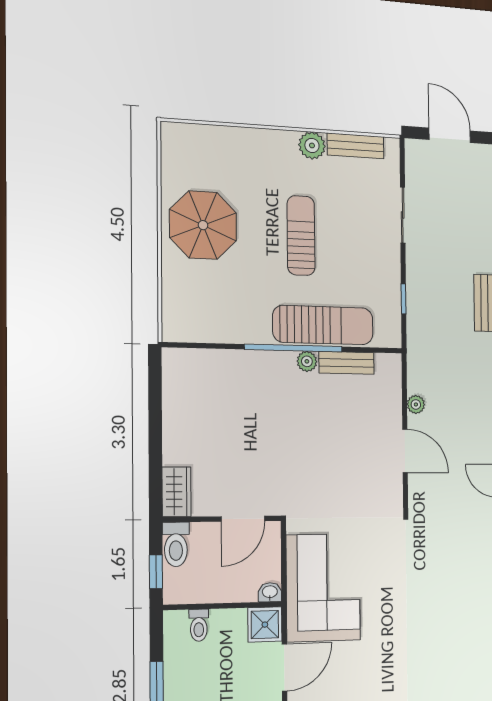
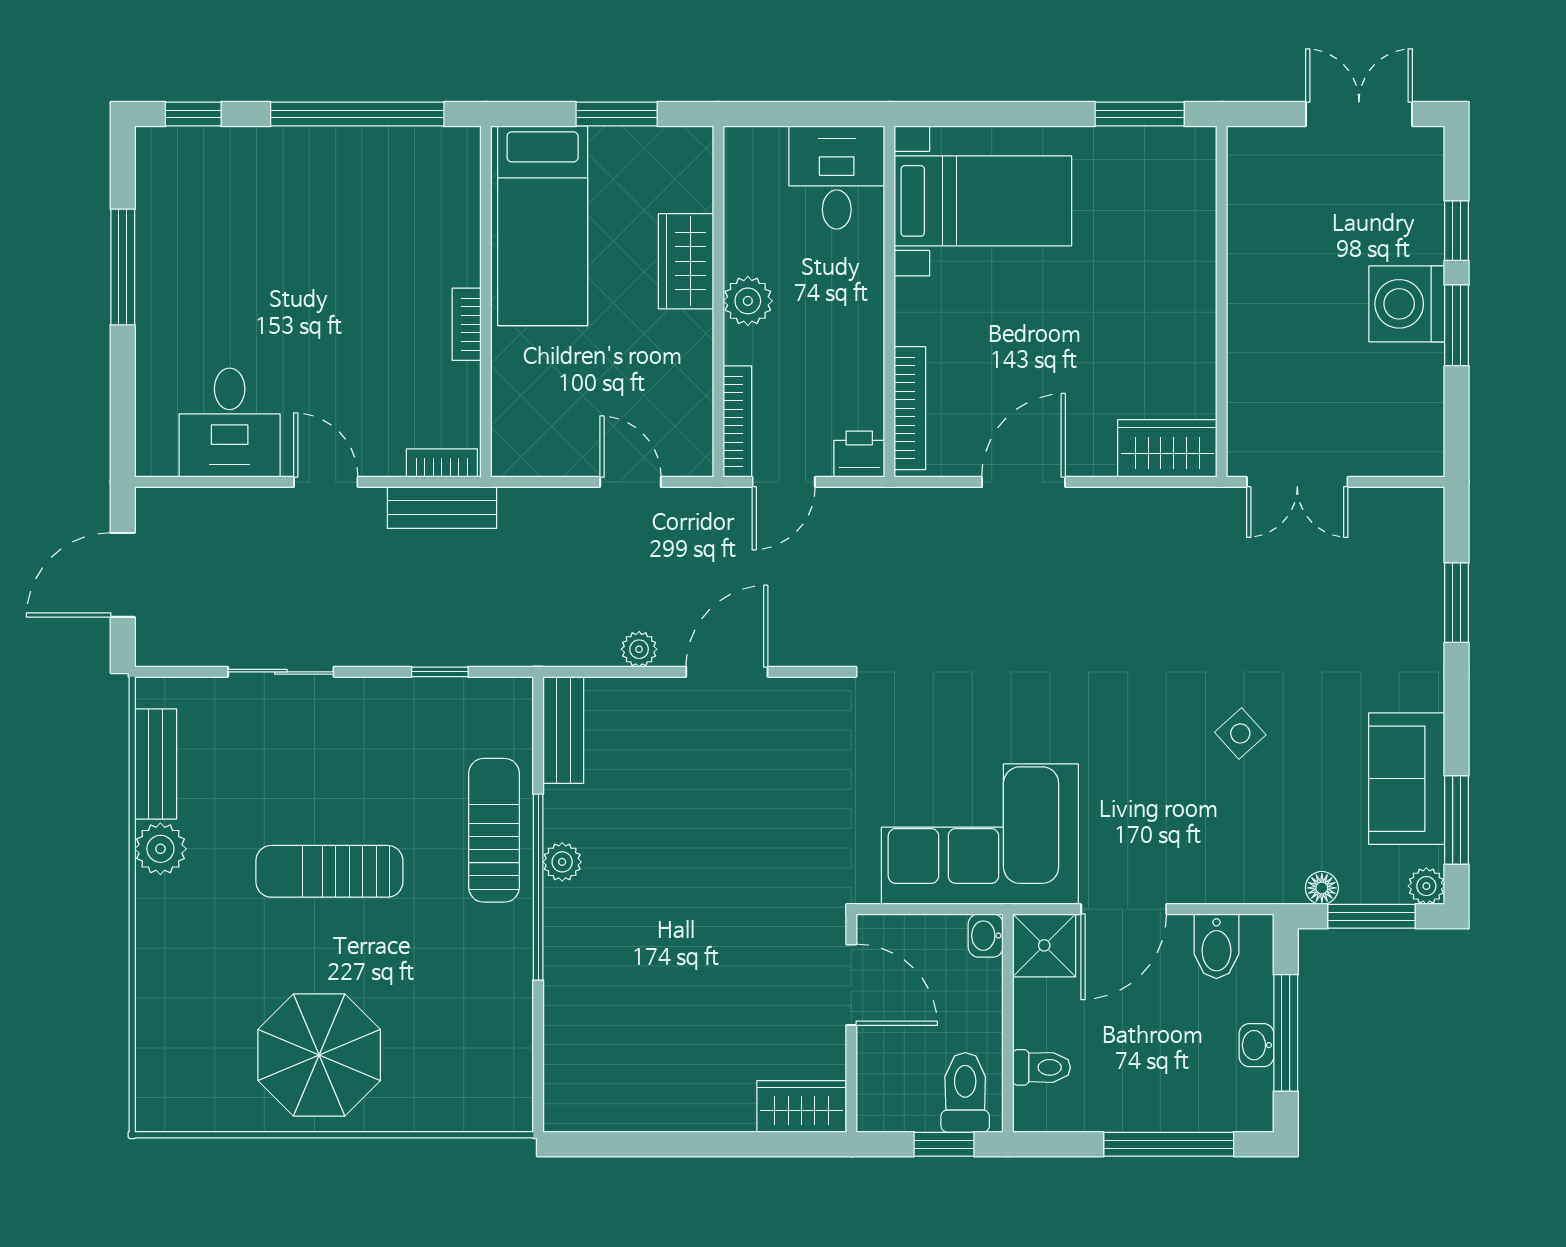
sun lounger: (323, 325) -> (494, 830), width x0.73, depth x0.75
bench: (347, 363) -> (563, 730), moved
toilet: (176, 544) -> (965, 1092), moved, turned -90
door: (284, 667) -> (1124, 909), swing flipped

